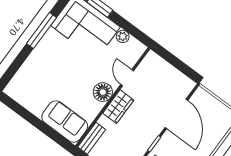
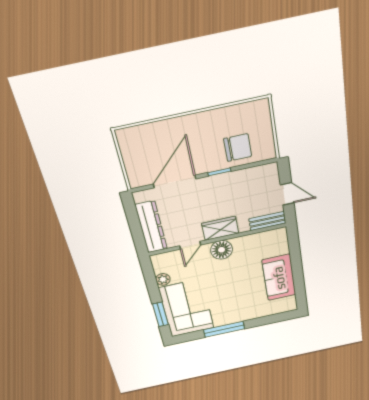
dresser: (164, 70) -> (151, 227), added
sofa: (65, 122) -> (279, 278), moved

